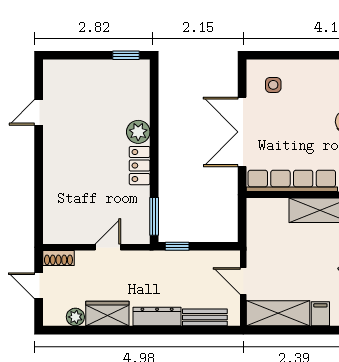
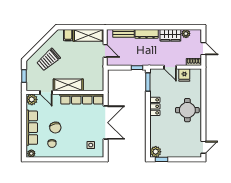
door: (39, 112) -> (203, 147), moved
plant: (138, 132) -> (156, 152), moved
round table: (72, 158) -> (187, 110), added
fridge: (78, 231) -> (184, 75), added
door: (108, 247) -> (170, 67), hinge flipped

